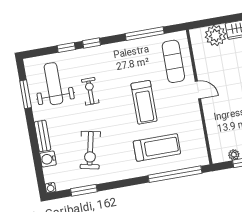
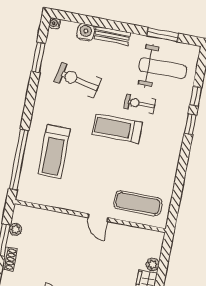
window: (145, 34) -> (179, 184), removed
plant: (216, 35) -> (153, 264), width x0.53, depth x0.53
door: (198, 90) -> (98, 218), hinge flipped
exercise bike: (90, 91) -> (140, 104), turned 180
treadmill: (144, 102) -> (117, 129), moved

